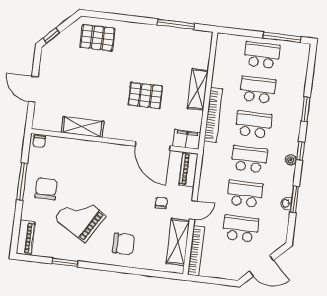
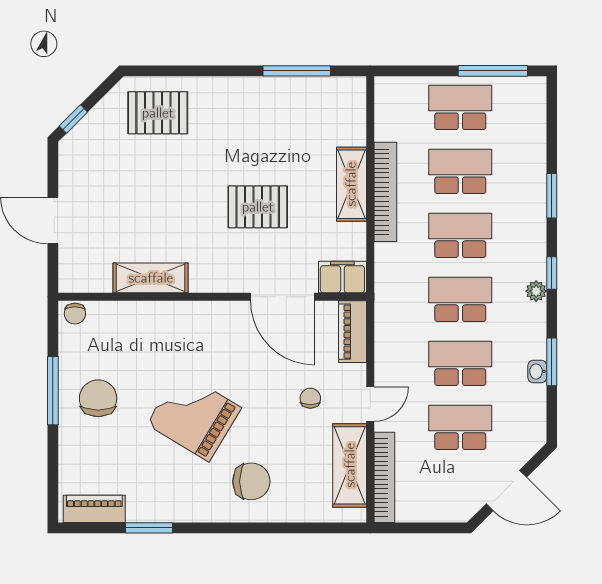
bookcase: (213, 115) -> (385, 192), moved
grand piano: (80, 217) -> (194, 416), moved
piano: (26, 238) -> (94, 509), moved, turned -90

